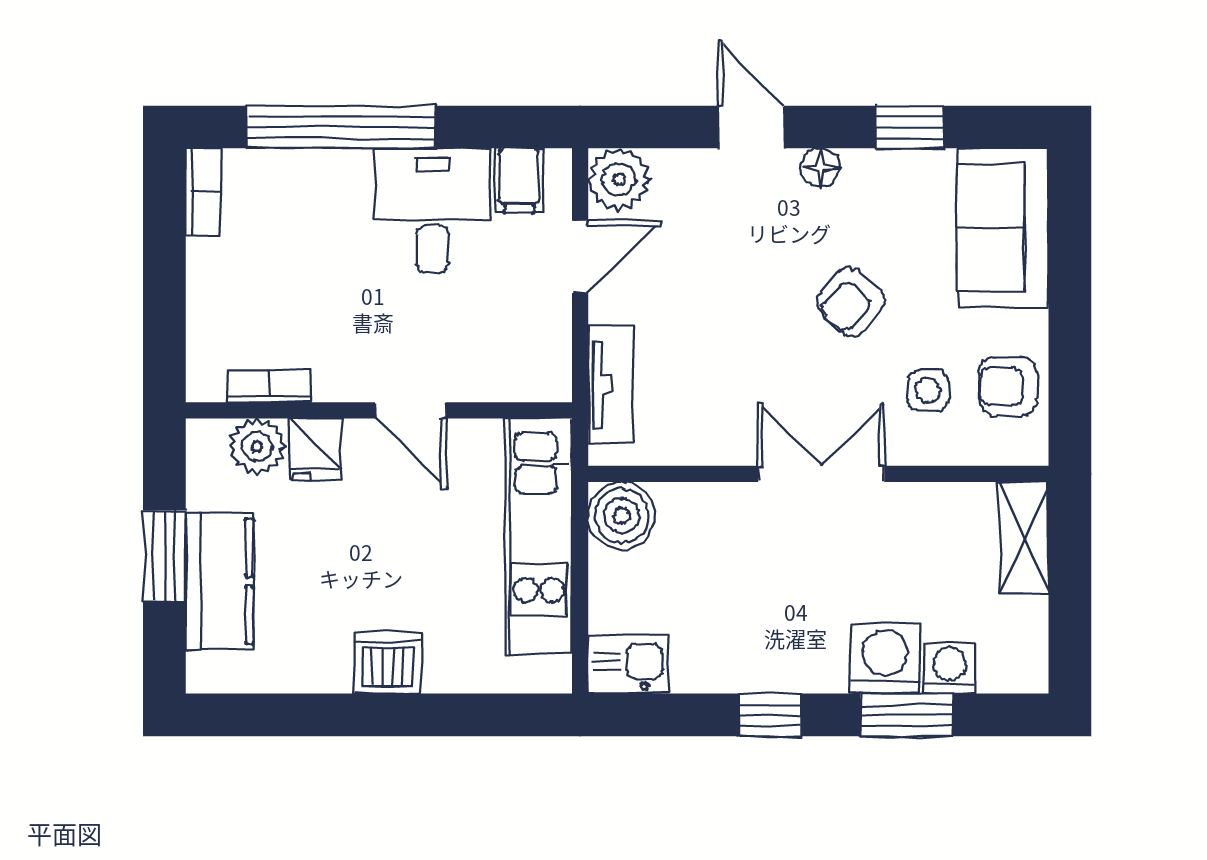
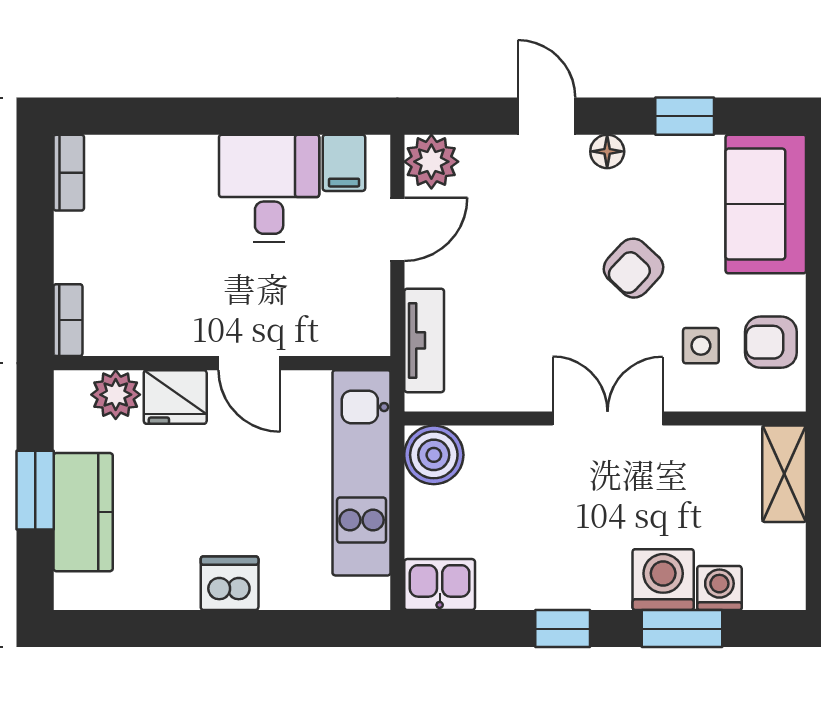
window: (341, 127) -> (189, 116), removed
bookcase: (269, 386) -> (68, 320), moved, turned 90
fridge: (315, 449) -> (175, 397), width x1.38

